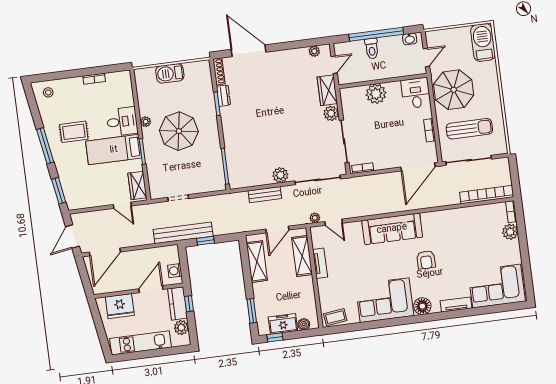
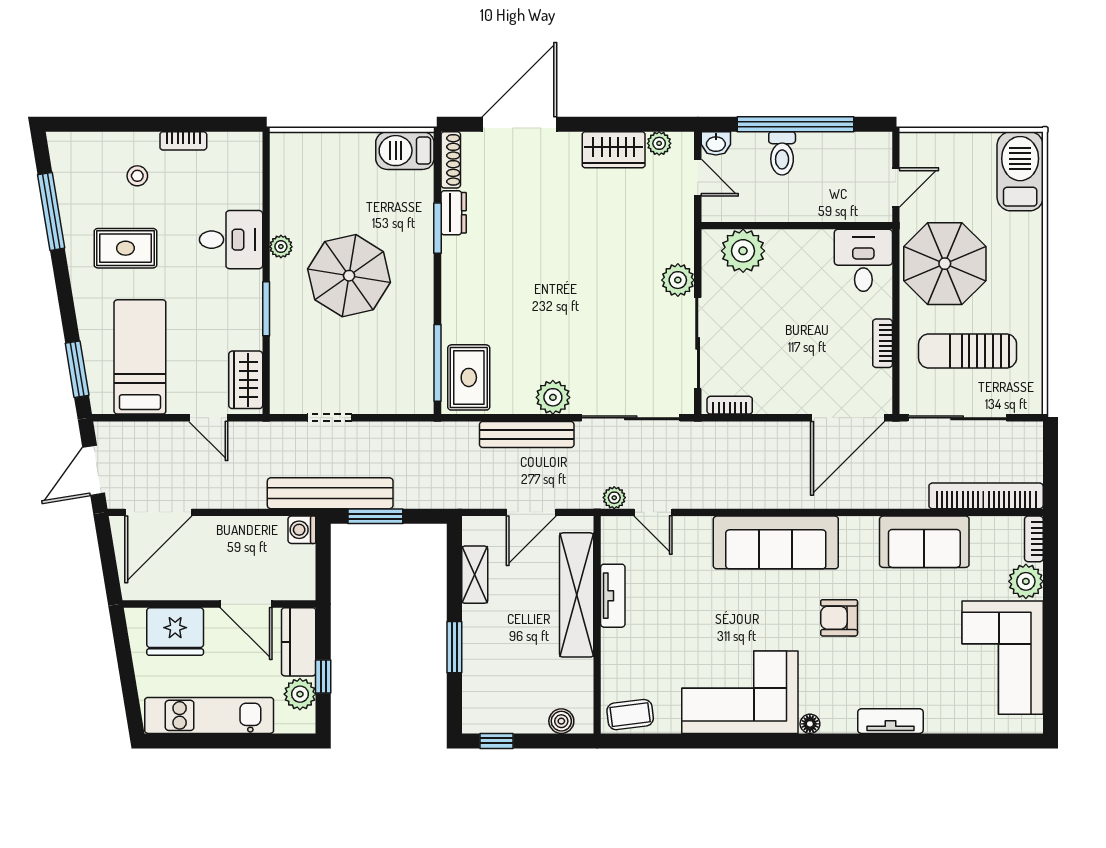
washbasin: (410, 39) -> (716, 143), moved
door: (249, 51) -> (519, 124), hinge flipped
door: (334, 65) -> (698, 178), hinge flipped
barbecue: (170, 73) -> (405, 151), moved
wardrobe: (327, 90) -> (614, 150), moved, turned -90
stool: (48, 92) -> (137, 176), moved
plant: (376, 94) -> (743, 251), moved
sun lounger: (469, 129) -> (968, 351), turned 180
window: (45, 146) -> (51, 211), moved
bed: (114, 150) -> (140, 357), moved, turned 90
rug: (240, 171) -> (469, 377), added
bench: (265, 195) -> (527, 435), width x1.36
sofa: (461, 220) -> (924, 542), added
window: (205, 241) -> (375, 516), width x1.50
shelving: (302, 256) -> (577, 595), width x1.47
armchair: (426, 260) -> (839, 618), turned 90
shelving: (257, 262) -> (475, 575), width x0.67, depth x0.75
washing machine: (175, 271) -> (302, 530), moved
corner sofa: (497, 286) -> (1003, 658), moved, turned -90
door: (151, 289) -> (246, 604), swing flipped
window: (189, 304) -> (323, 676), moved
floor lamp: (422, 306) -> (810, 724), width x0.53, depth x0.53
window: (252, 311) -> (454, 647), moved
freezer: (283, 324) -> (517, 714), removed

